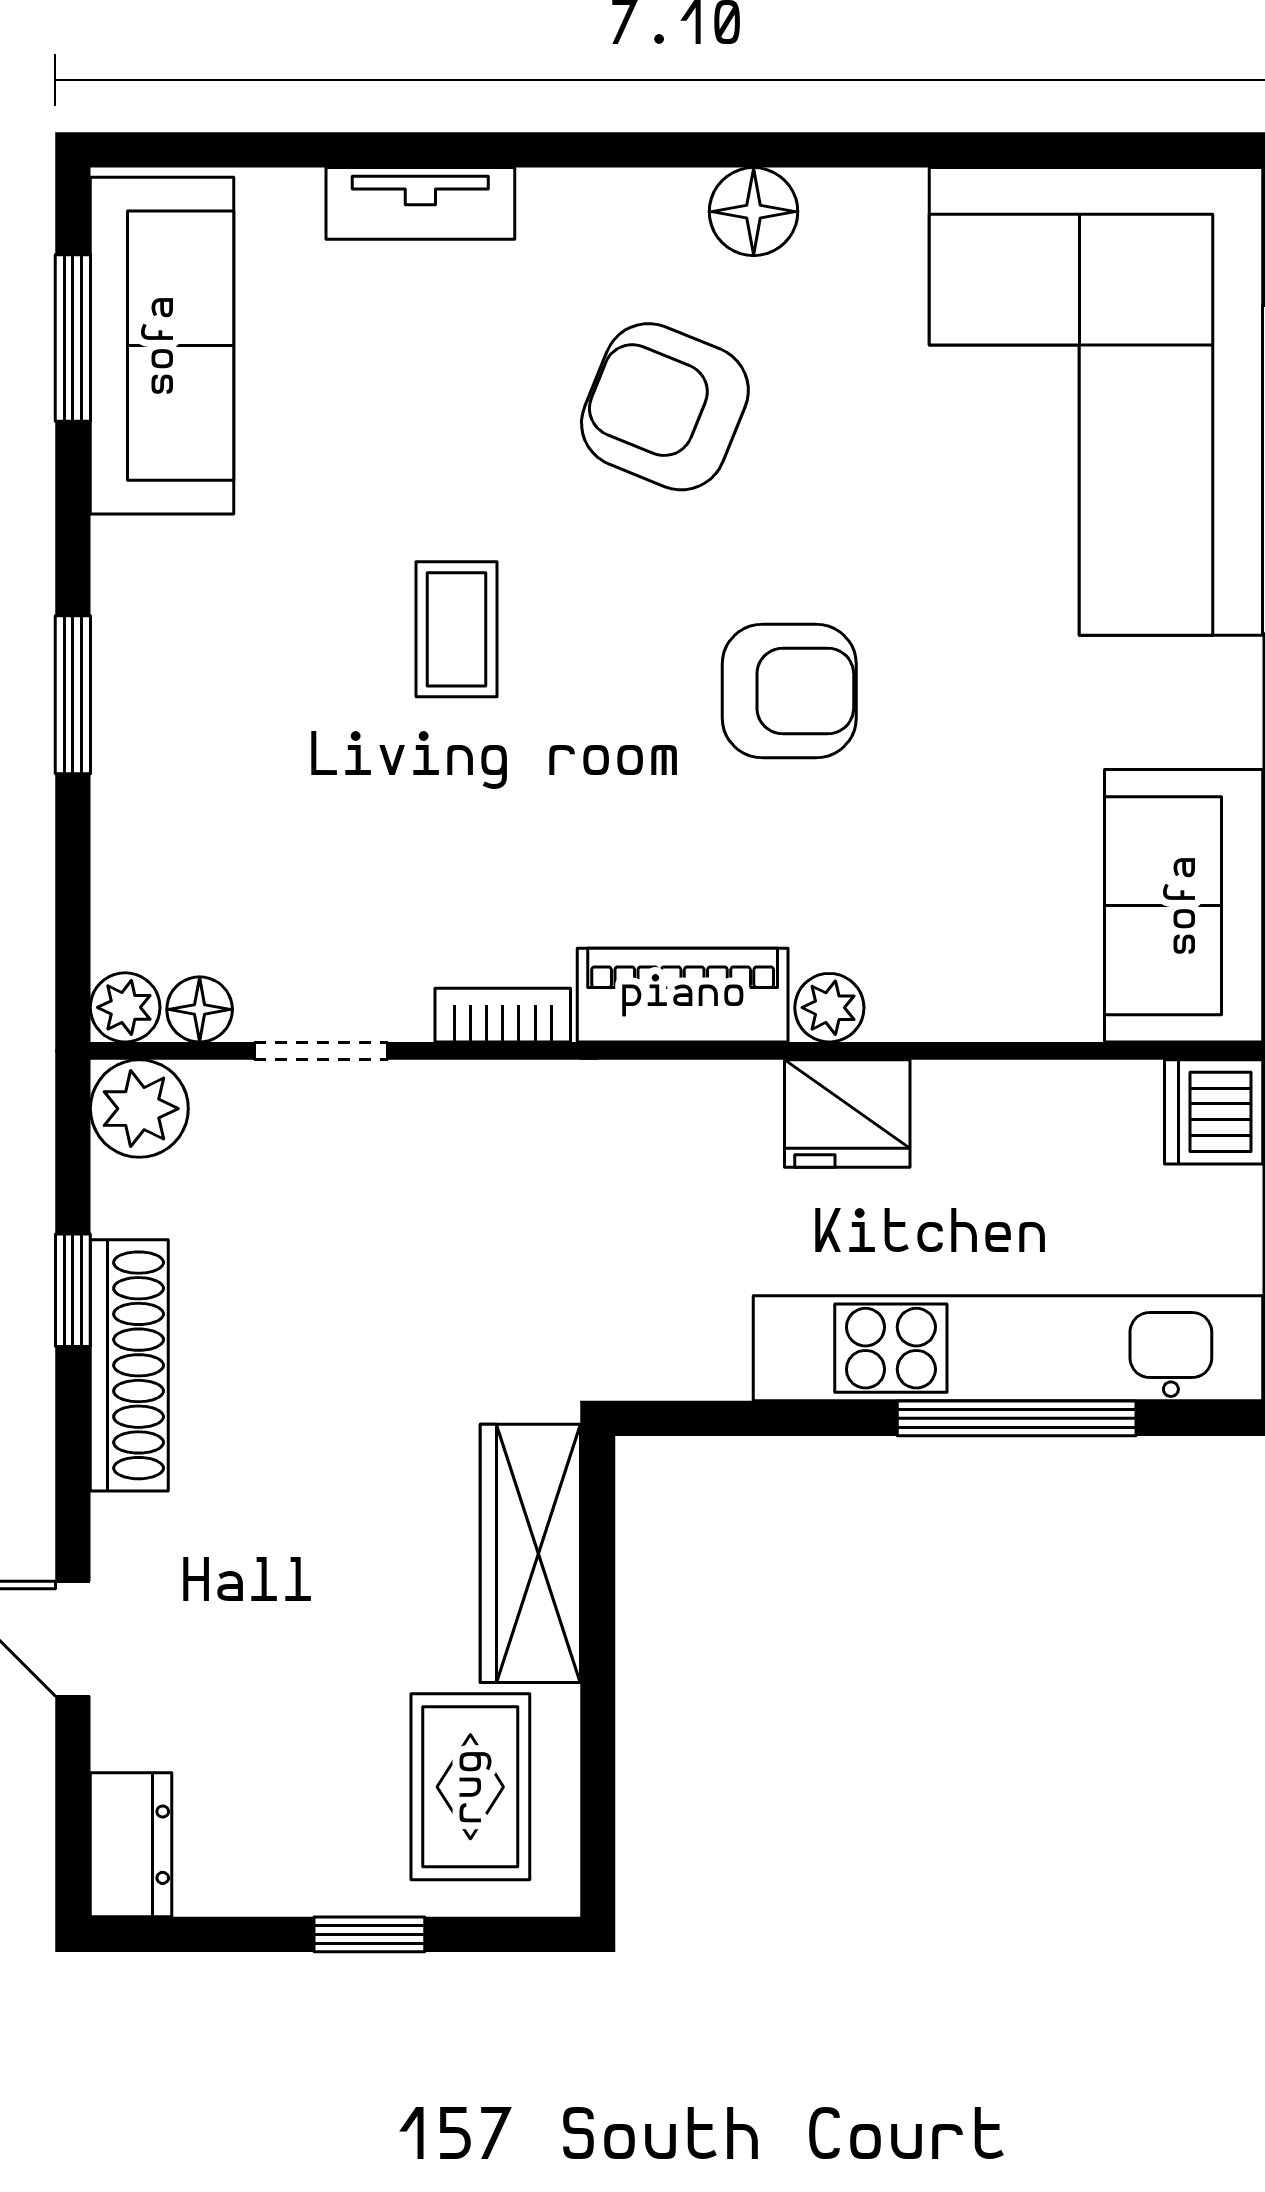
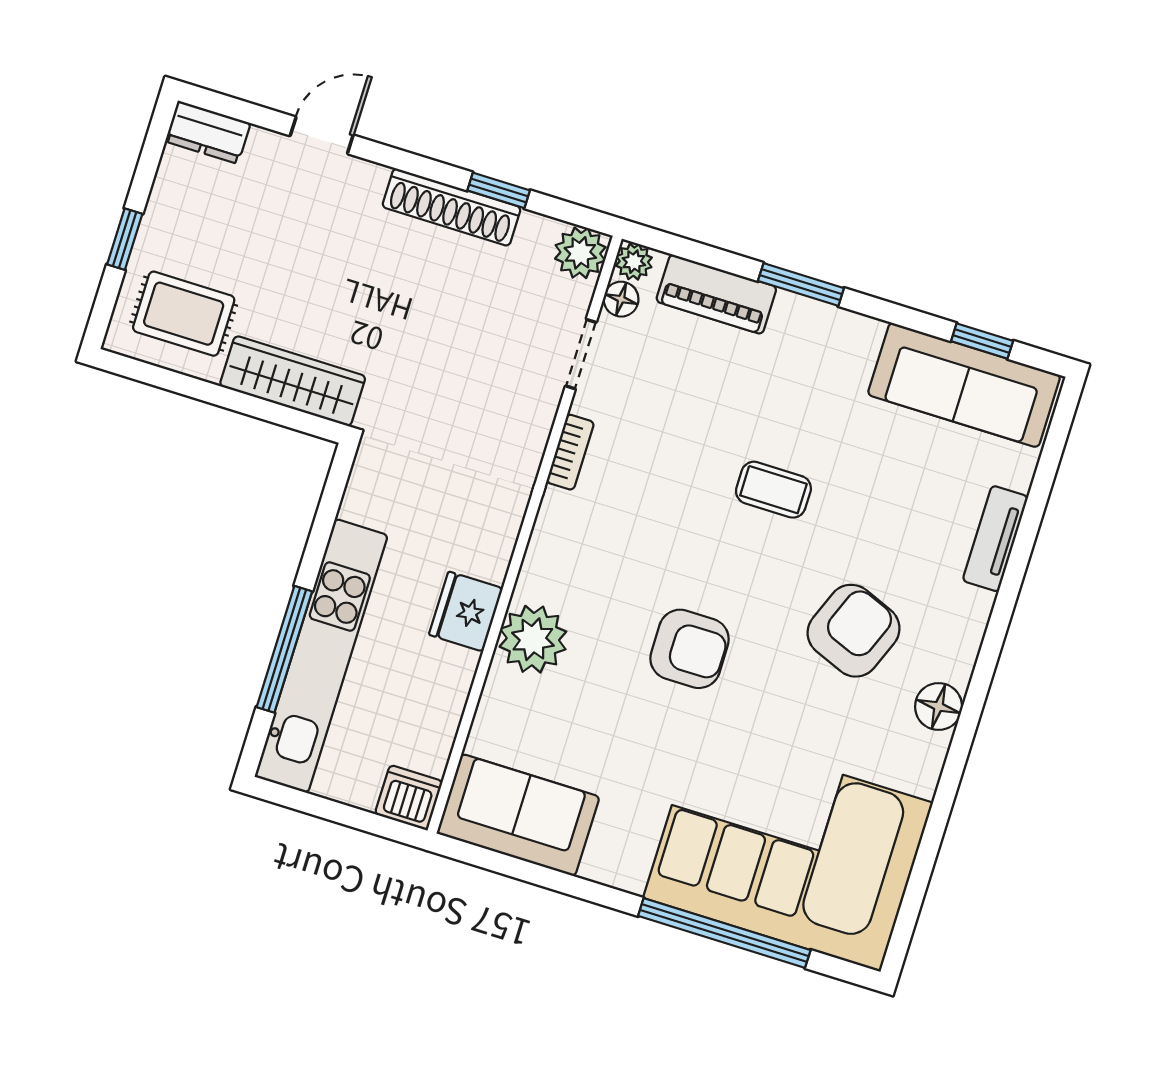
window: (73, 338) -> (982, 341), width x0.67
armchair: (789, 691) -> (690, 649), turned -90
piano: (683, 995) -> (716, 294), moved, turned 90
plant: (829, 1008) -> (533, 639), width x1.88, depth x1.88

